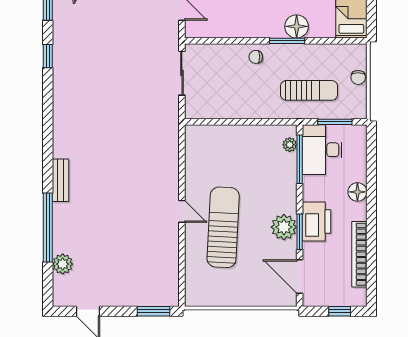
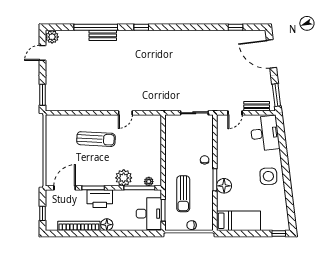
window: (48, 56) -> (141, 27), moved
desk: (322, 150) -> (149, 214), moved, turned 90
bench: (61, 180) -> (103, 35), moved
floor lamp: (357, 192) -> (107, 225), moved
door: (182, 211) -> (125, 113), moved
sun lounger: (223, 227) -> (96, 139), width x0.73, depth x0.75
plant: (284, 227) -> (124, 178), moved
plant: (63, 264) -> (52, 37), moved

